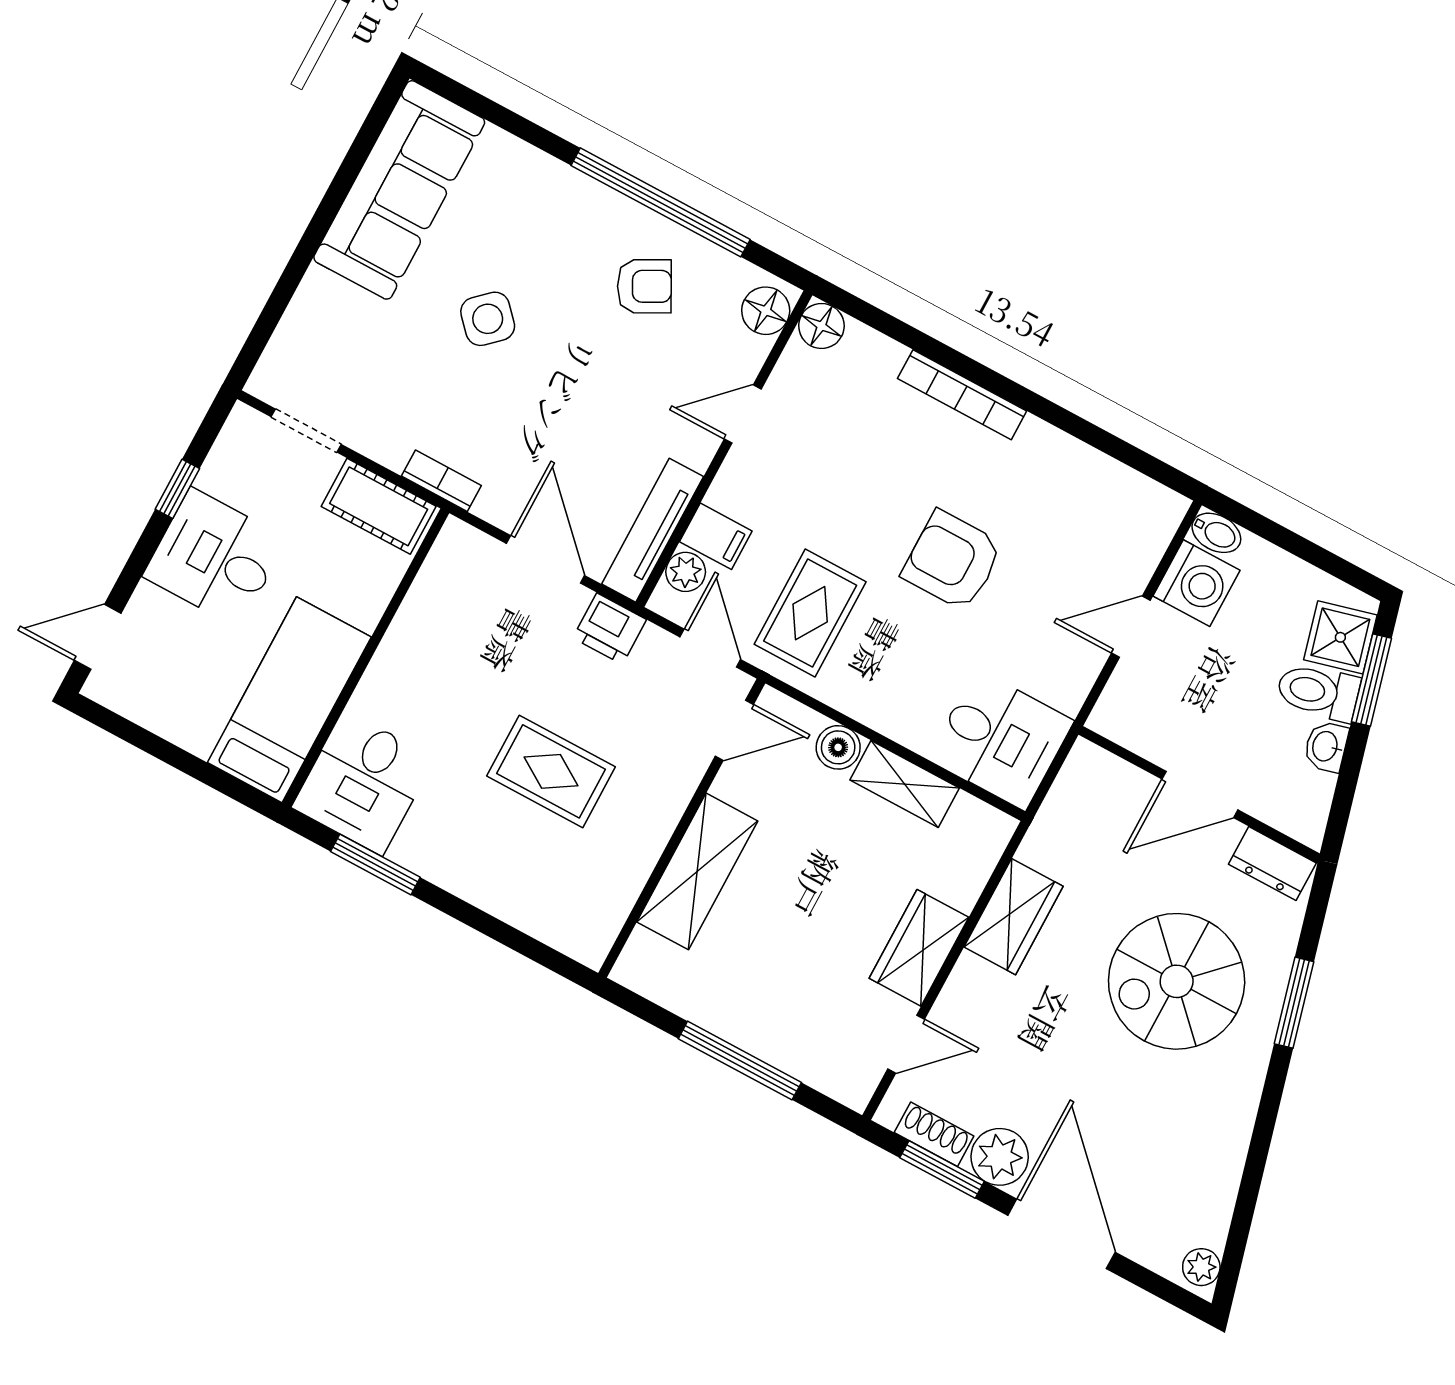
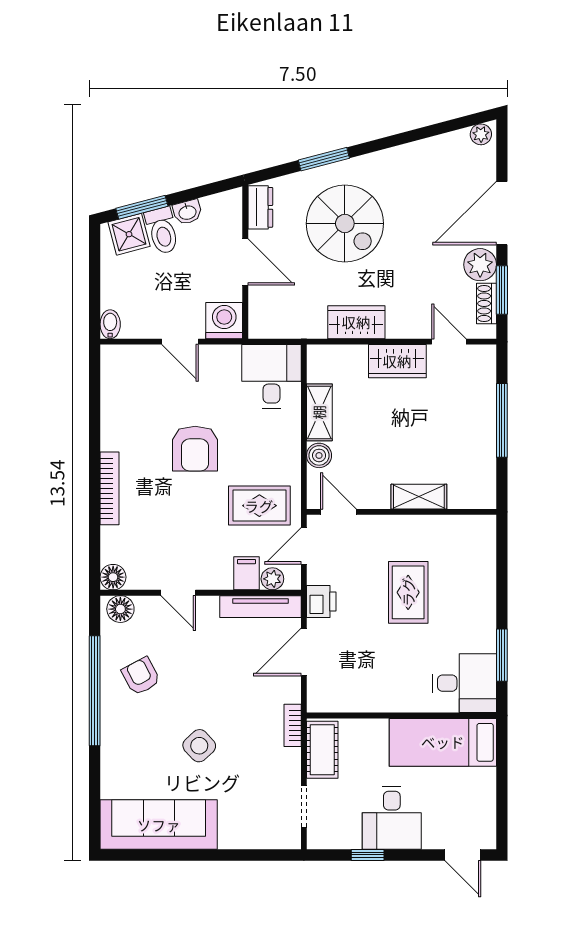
washing machine: (1196, 583) -> (224, 321), moved
shelving: (697, 871) -> (419, 497), width x0.67, depth x0.75

